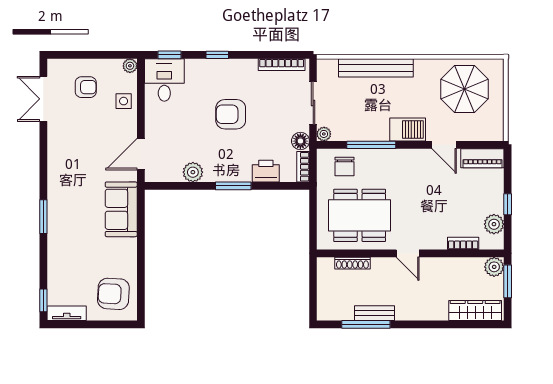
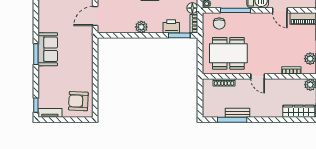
plant: (193, 172) -> (141, 27), moved
window: (233, 186) -> (179, 35), moved
sofa: (121, 209) -> (48, 49), moved, turned 180

